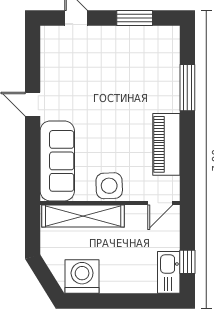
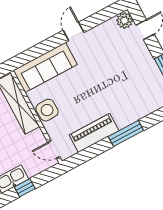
plant: (52, 36) -> (125, 21), added
window: (187, 88) -> (126, 133), moved

